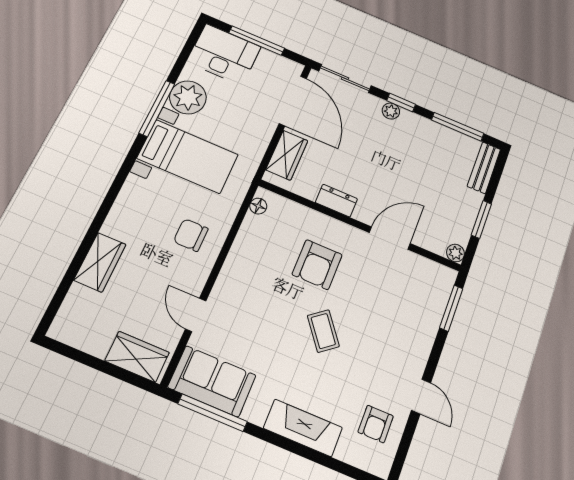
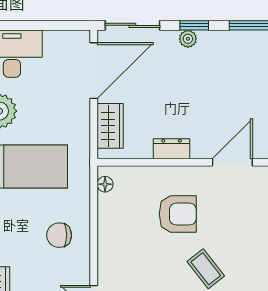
window: (257, 41) -> (35, 25), removed
door: (293, 101) -> (94, 71), hinge flipped
armchair: (317, 265) -> (178, 214), turned -90

